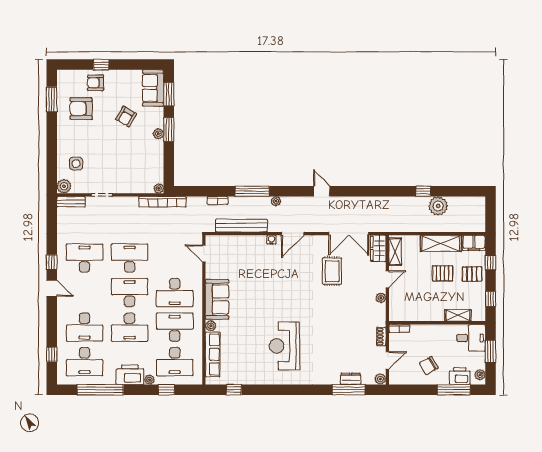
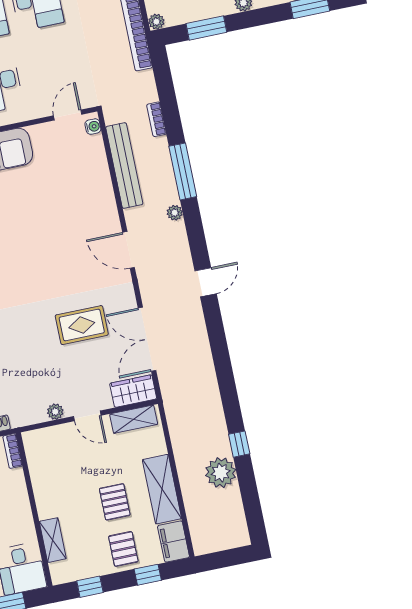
window: (169, 130) -> (206, 28), moved
water cooler: (271, 240) -> (93, 127), moved

